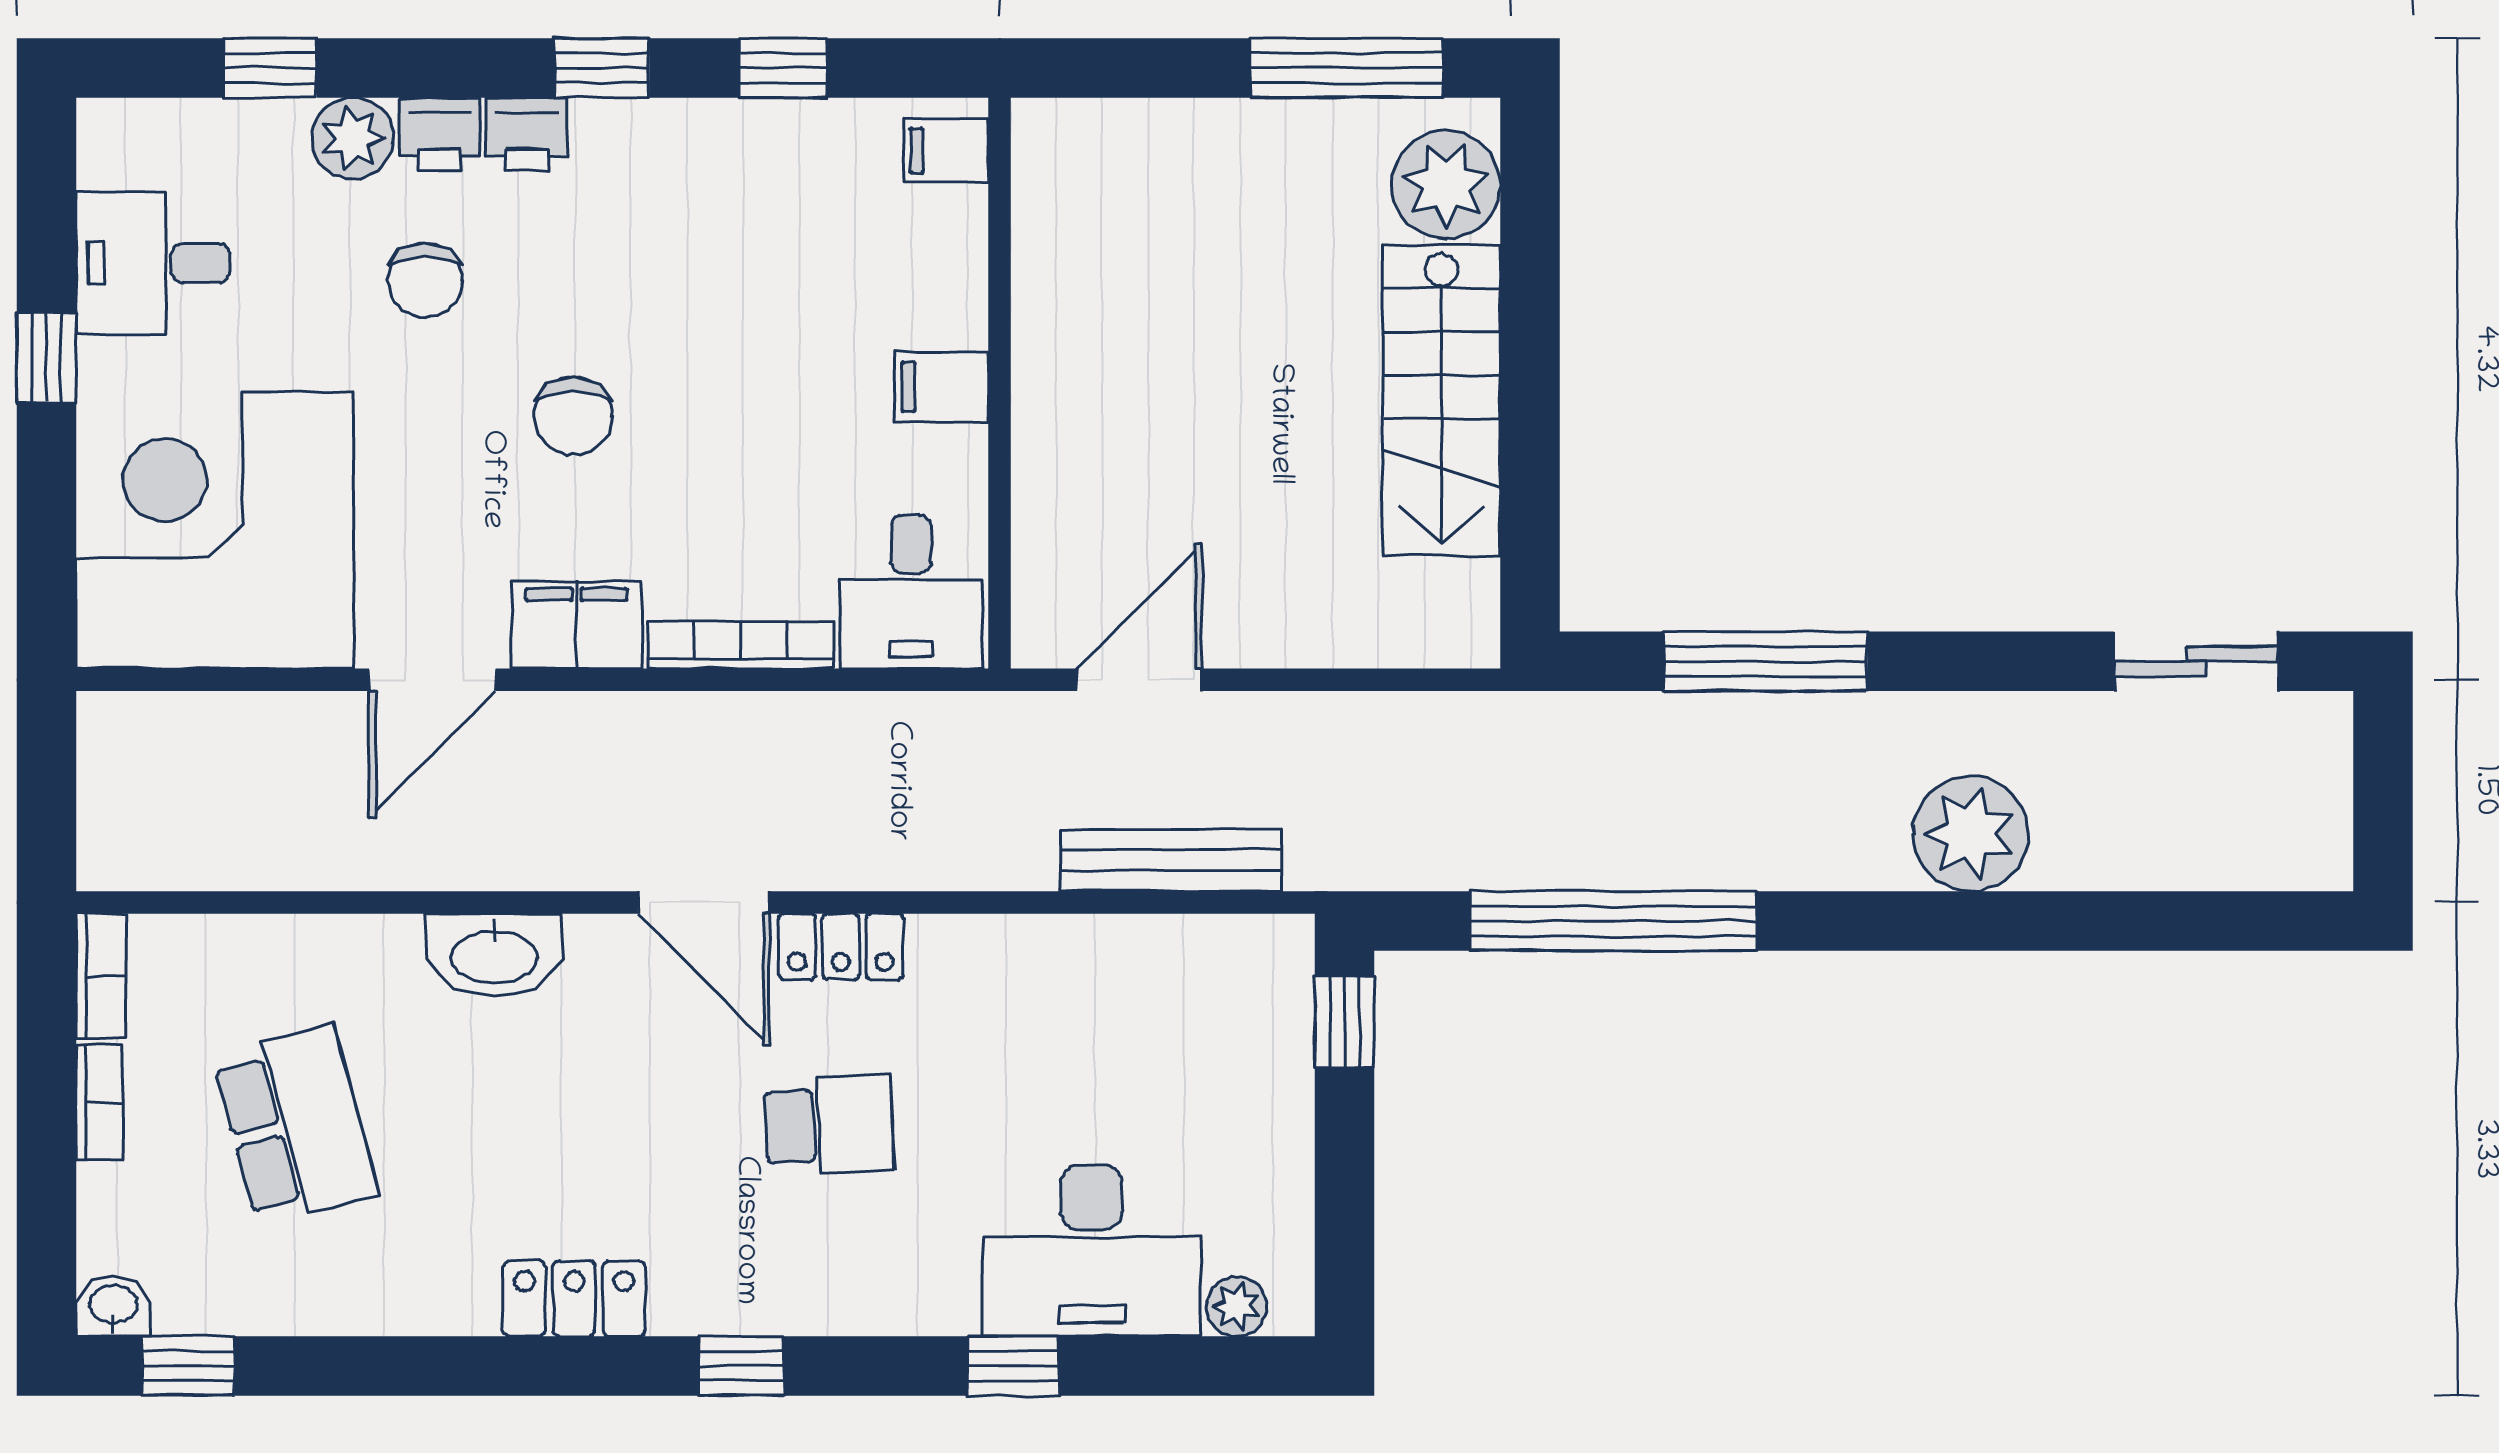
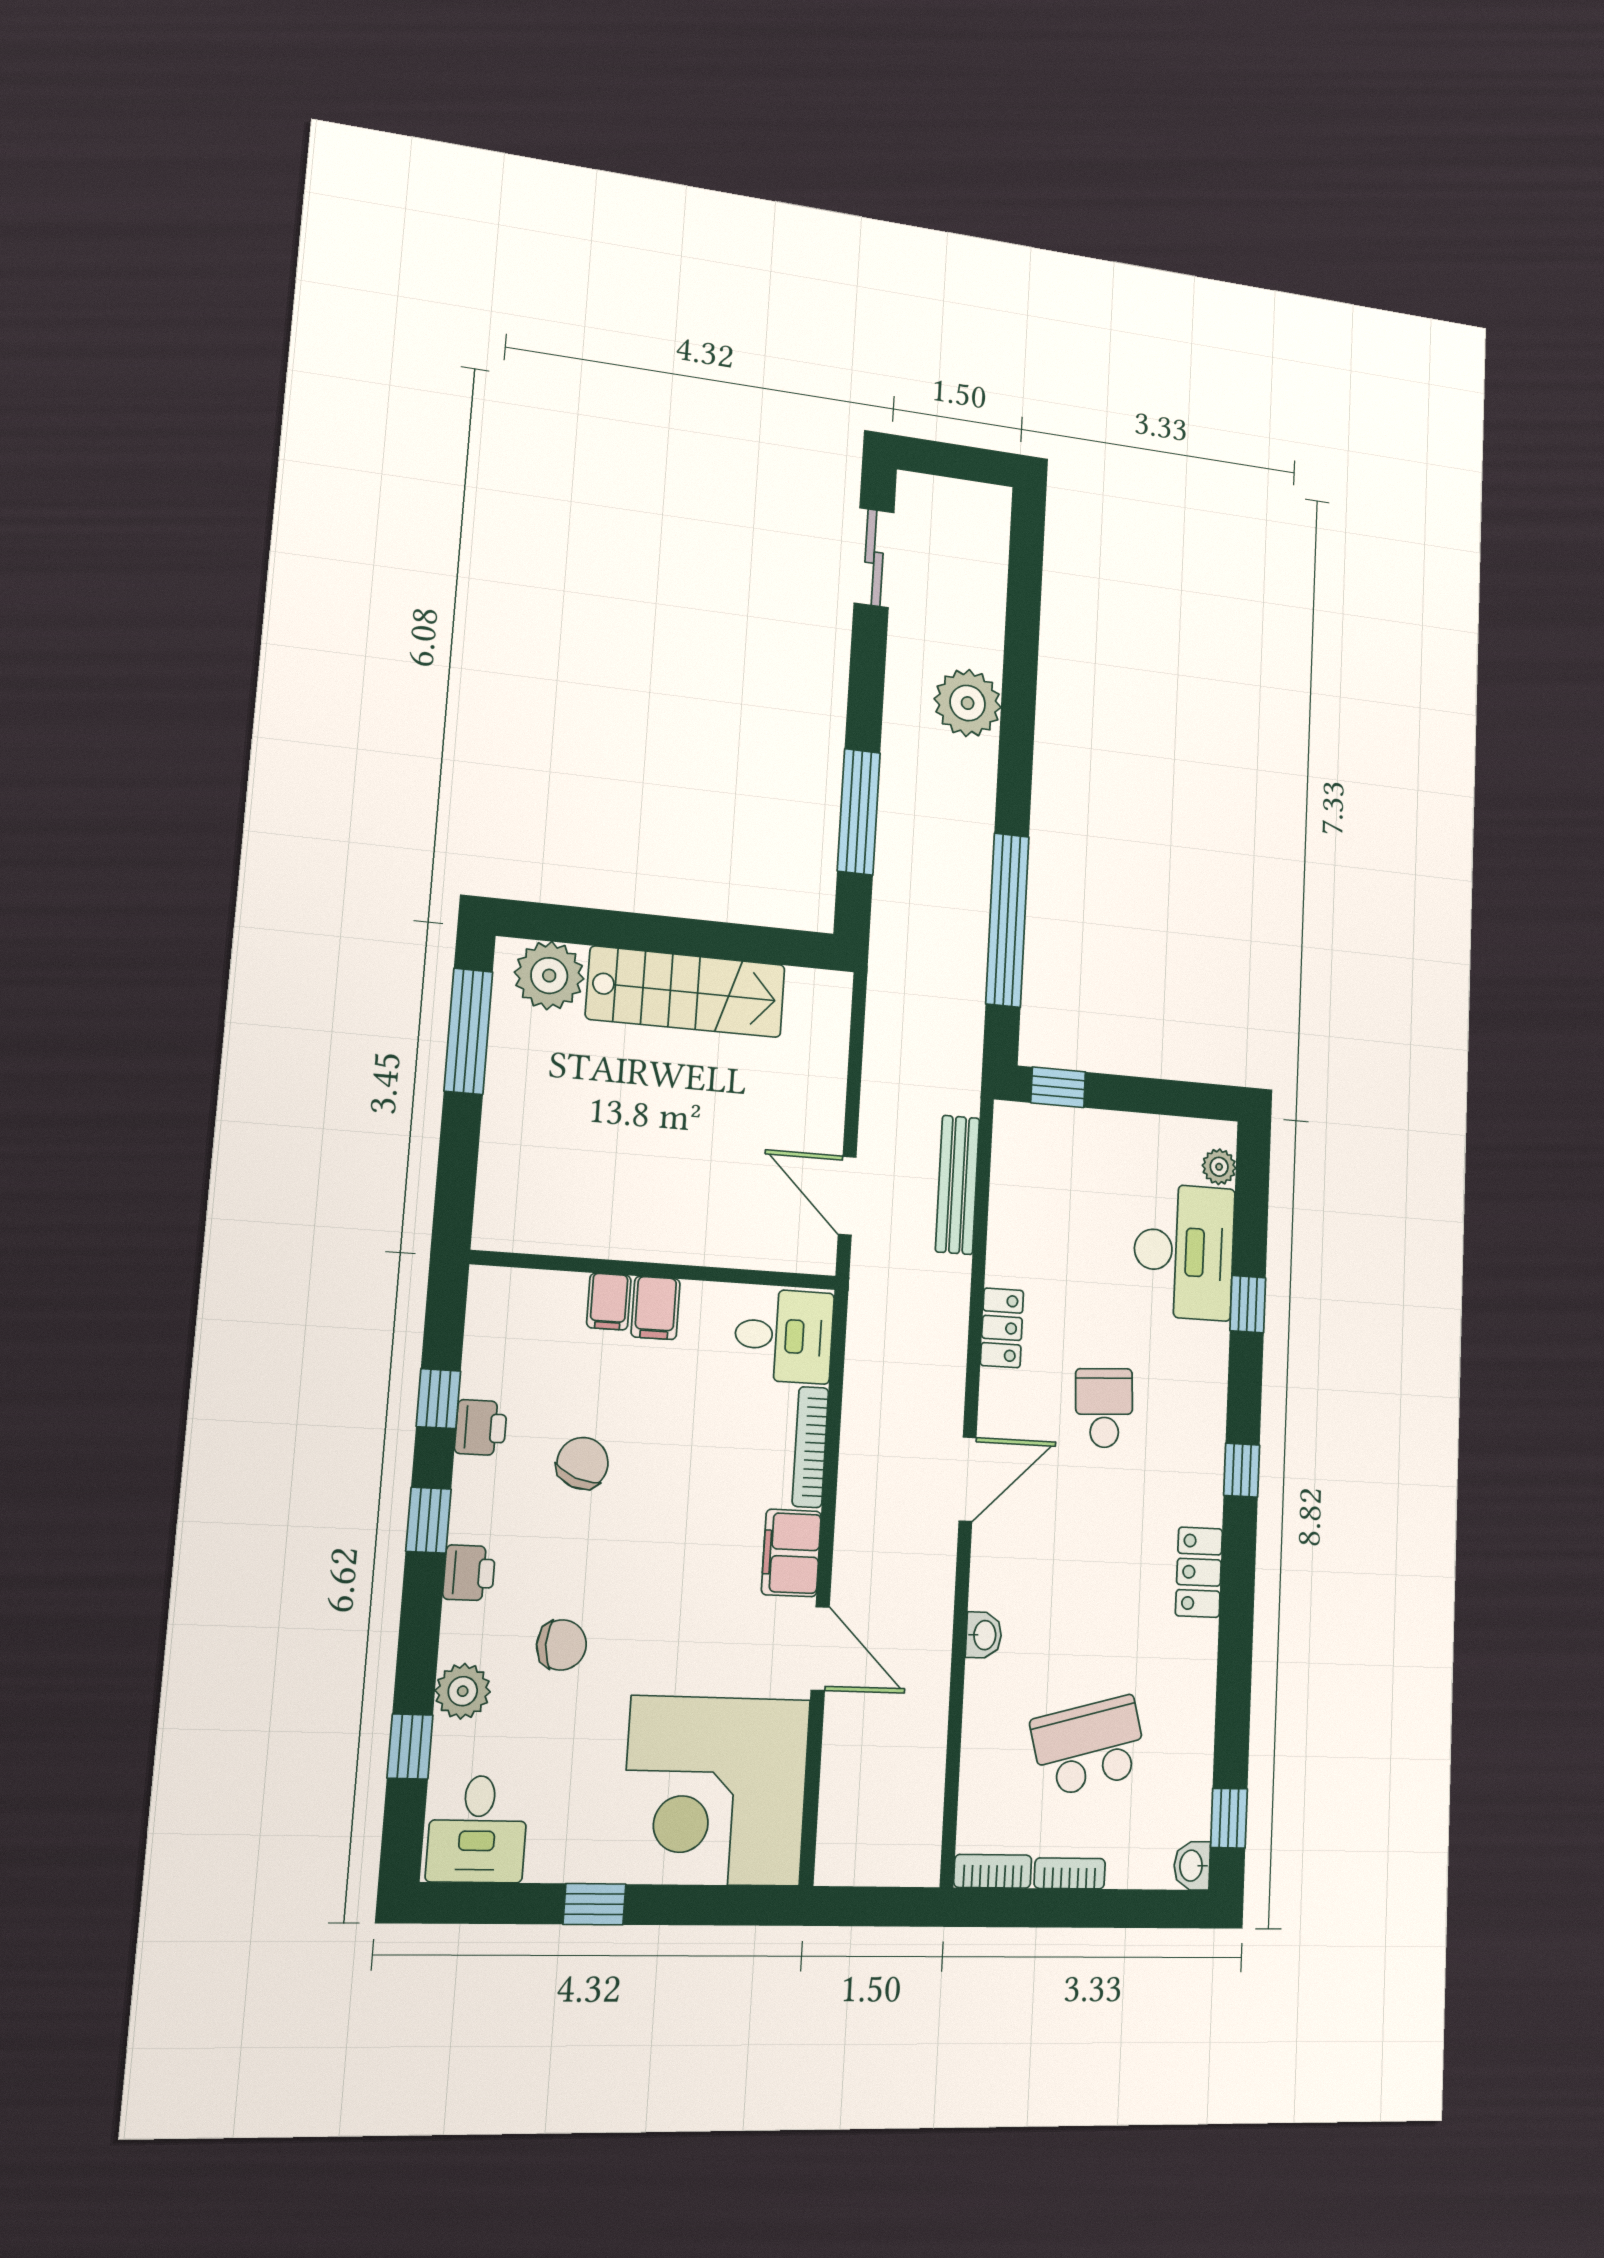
printer: (440, 134) -> (481, 1428), moved
filing cabinet: (946, 151) -> (609, 1302), moved
desk: (153, 263) -> (478, 1829), moved
chair: (574, 416) -> (582, 1463), moved, turned -69
locker: (841, 947) -> (1002, 1328), moved
washbasin: (494, 955) -> (984, 1635), width x0.52, depth x0.69

